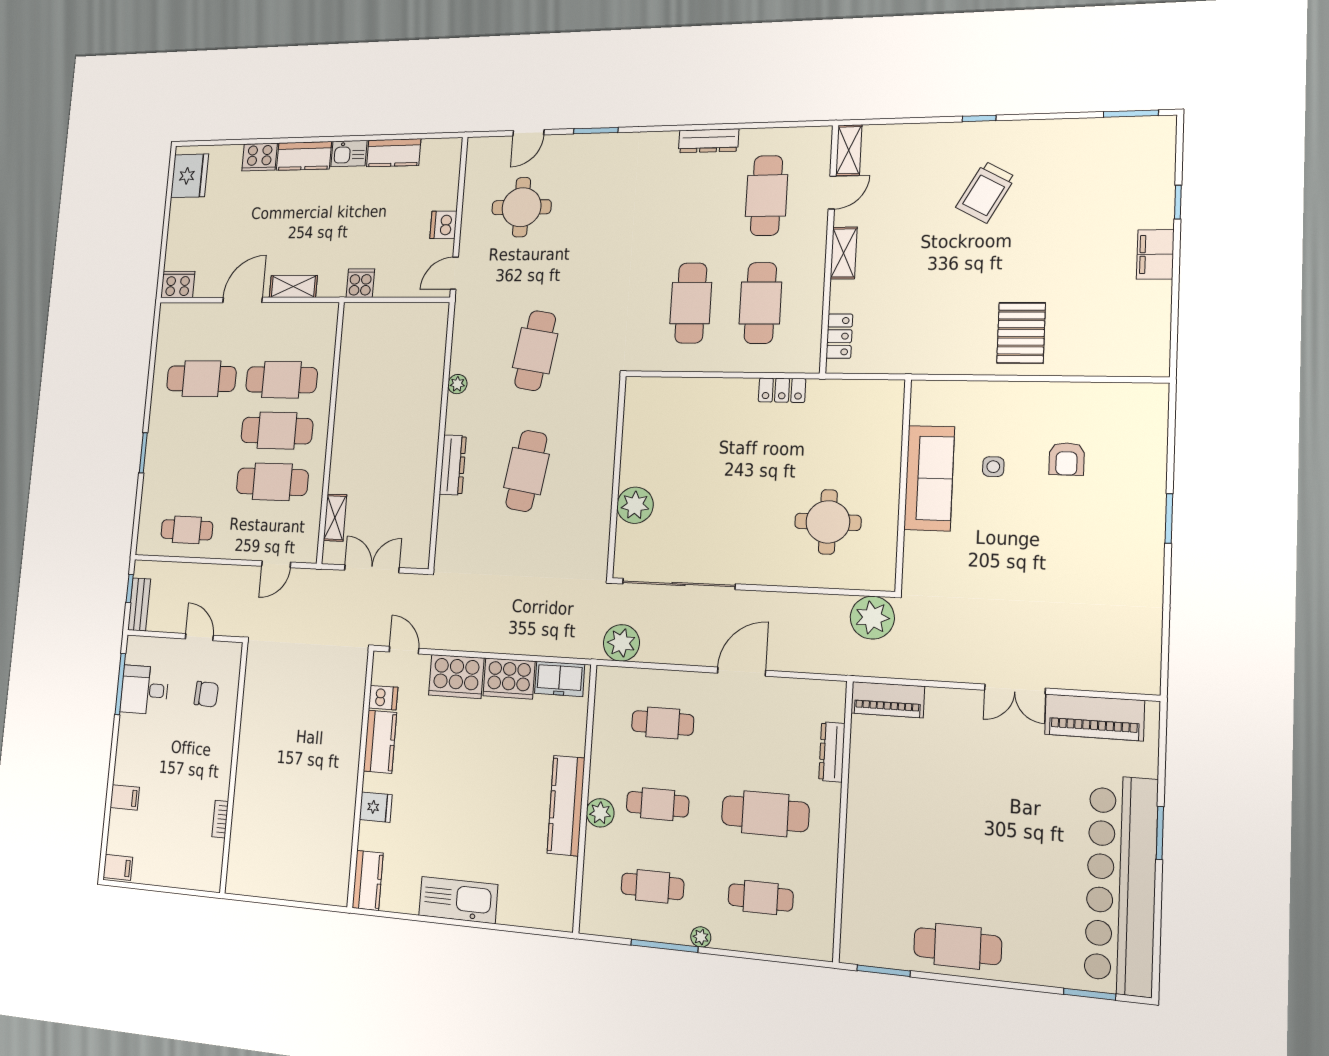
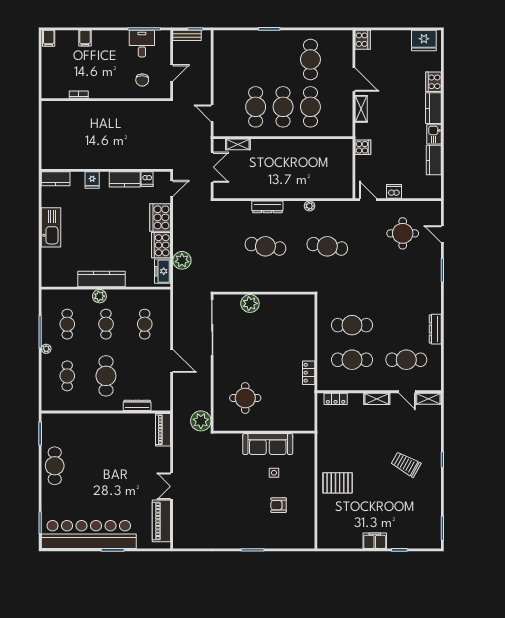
cafe table: (187, 530) -> (228, 59), removed
plant: (621, 643) -> (182, 260), moved

